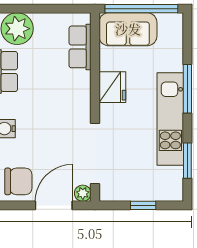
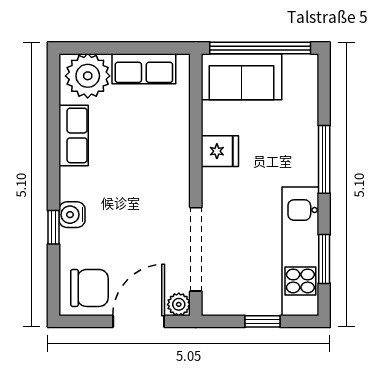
row of seats: (80, 47) -> (144, 69), moved, turned -90
fridge: (112, 87) -> (220, 151), width x0.72
kitchen unit: (170, 119) -> (300, 251), moved

